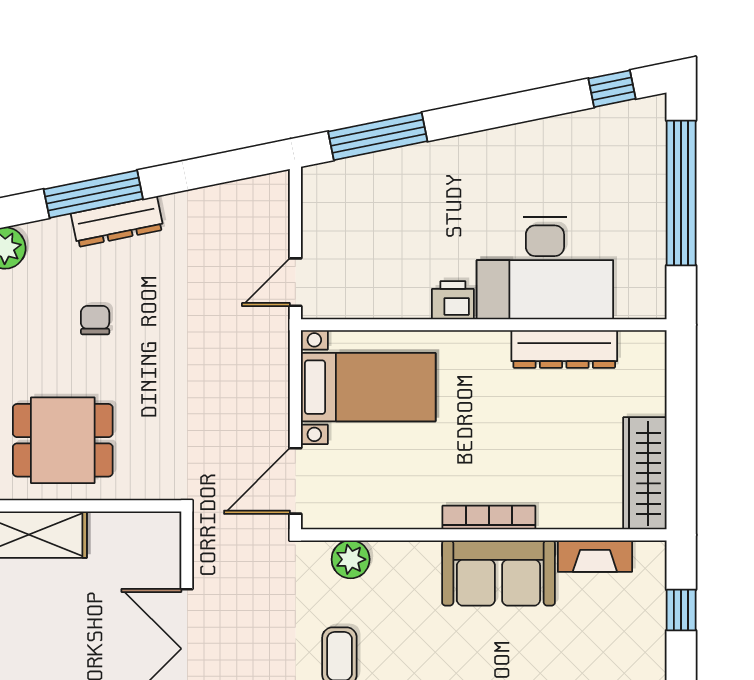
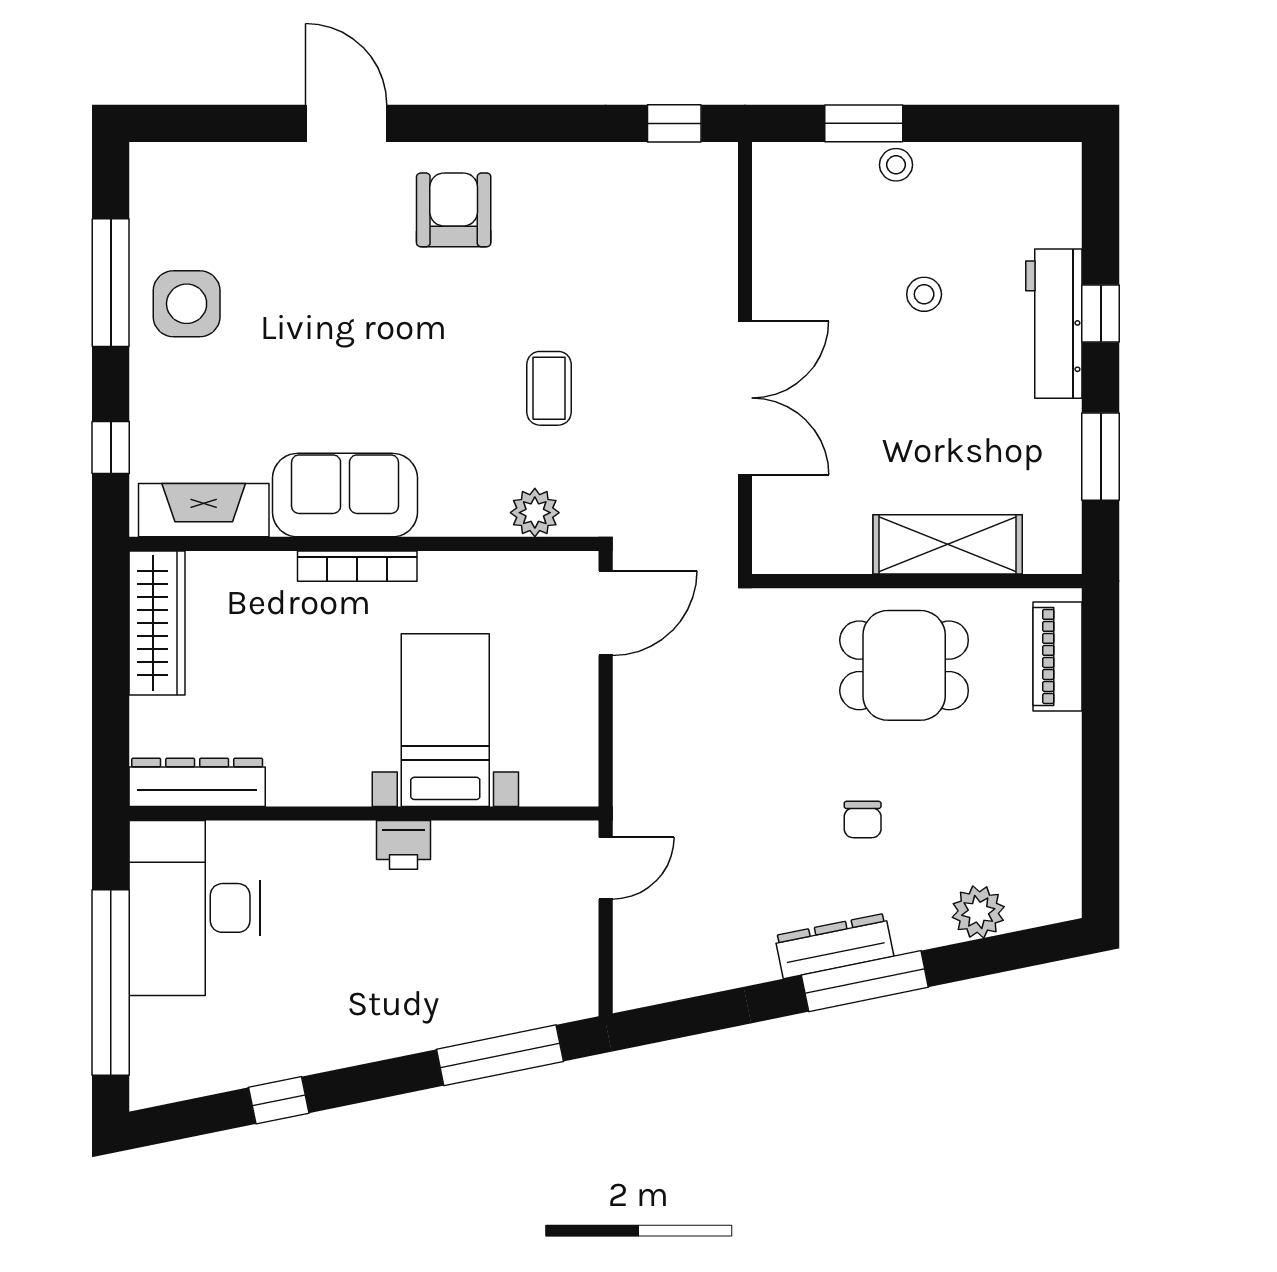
window: (612, 89) -> (279, 1100), moved
desk: (545, 268) -> (195, 908), moved, turned -90
dresser: (564, 349) -> (197, 782), moved
bed with nightstands: (368, 387) -> (445, 720), moved, turned 90
fireplace: (595, 556) -> (204, 510), width x1.37, depth x1.32

